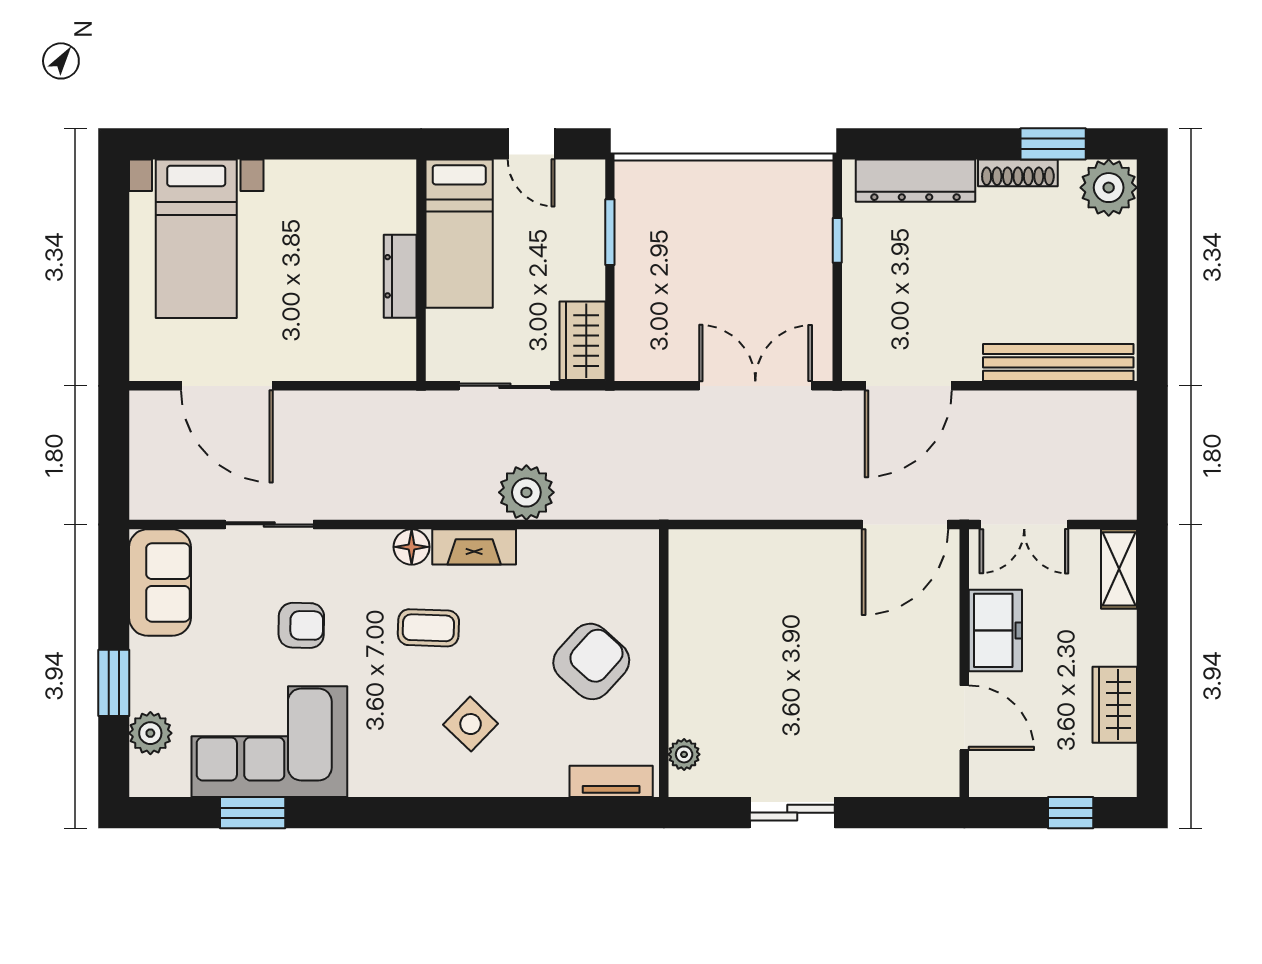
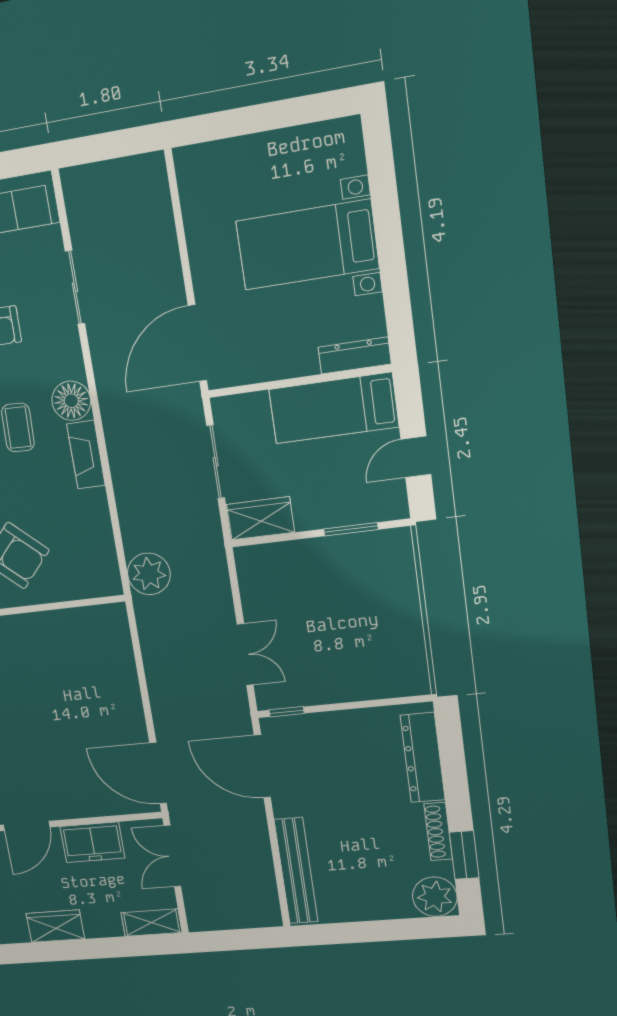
bed with nightstands: (196, 239) -> (307, 245), moved
window: (837, 240) -> (287, 712), moved
dresser: (400, 276) -> (355, 355), moved
door: (227, 386) -> (197, 343), moved
double door: (755, 386) -> (245, 655), width x0.73
plant: (526, 492) -> (149, 574), moved
floor lamp: (412, 547) -> (71, 401), width x1.38, depth x1.38

